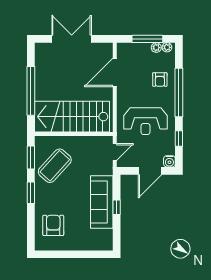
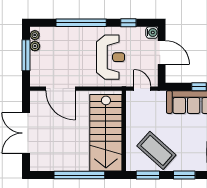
armchair: (160, 80) -> (68, 42), removed

